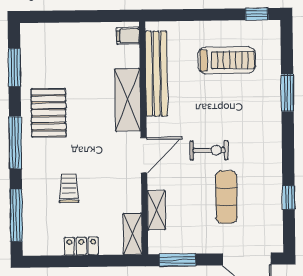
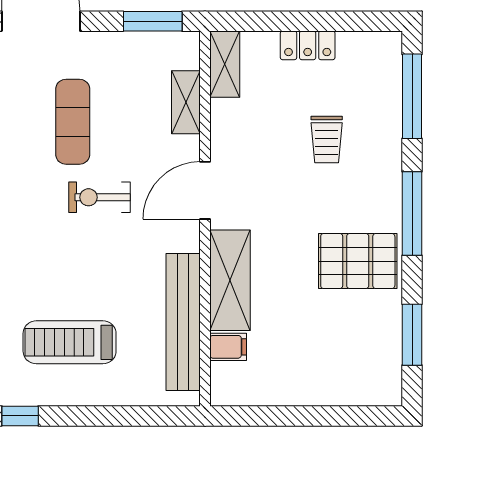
filing cabinet: (128, 36) -> (228, 347), moved
pallet: (49, 113) -> (358, 261), turned 90

